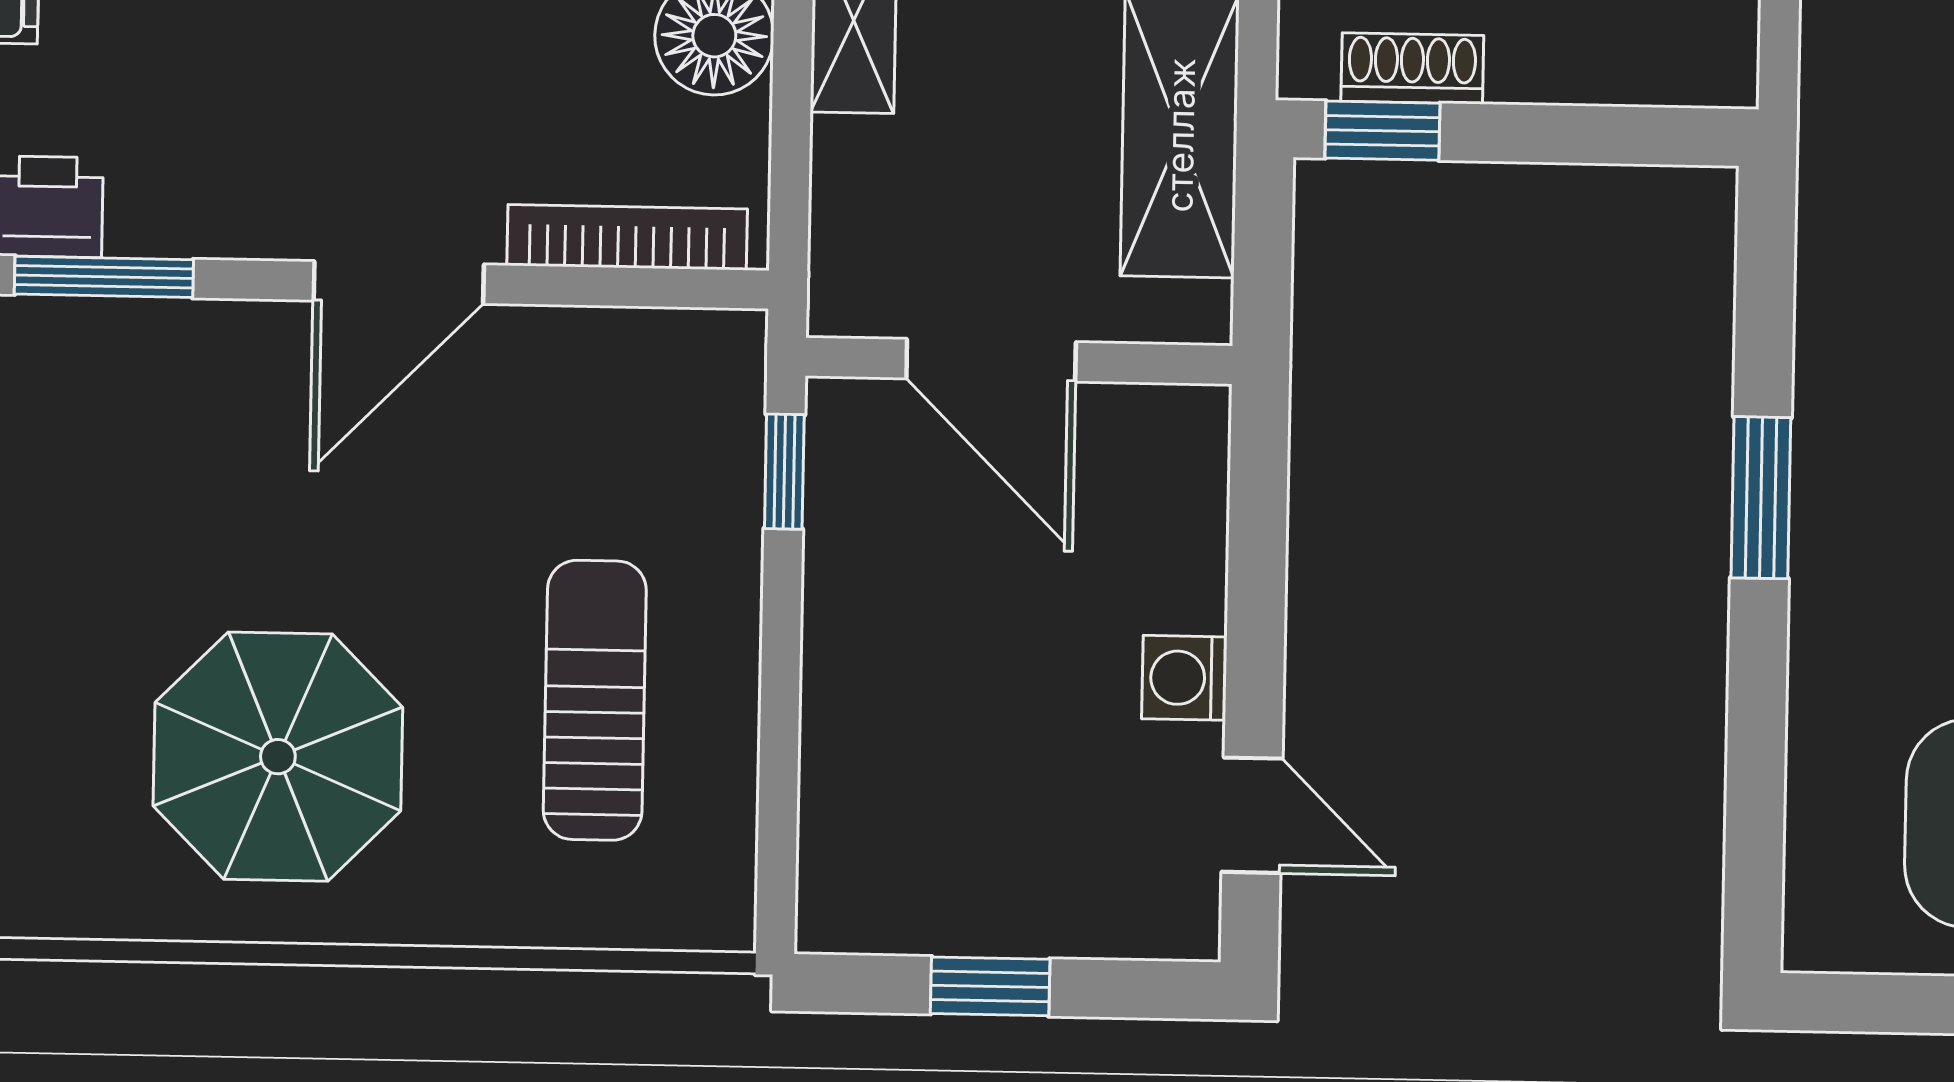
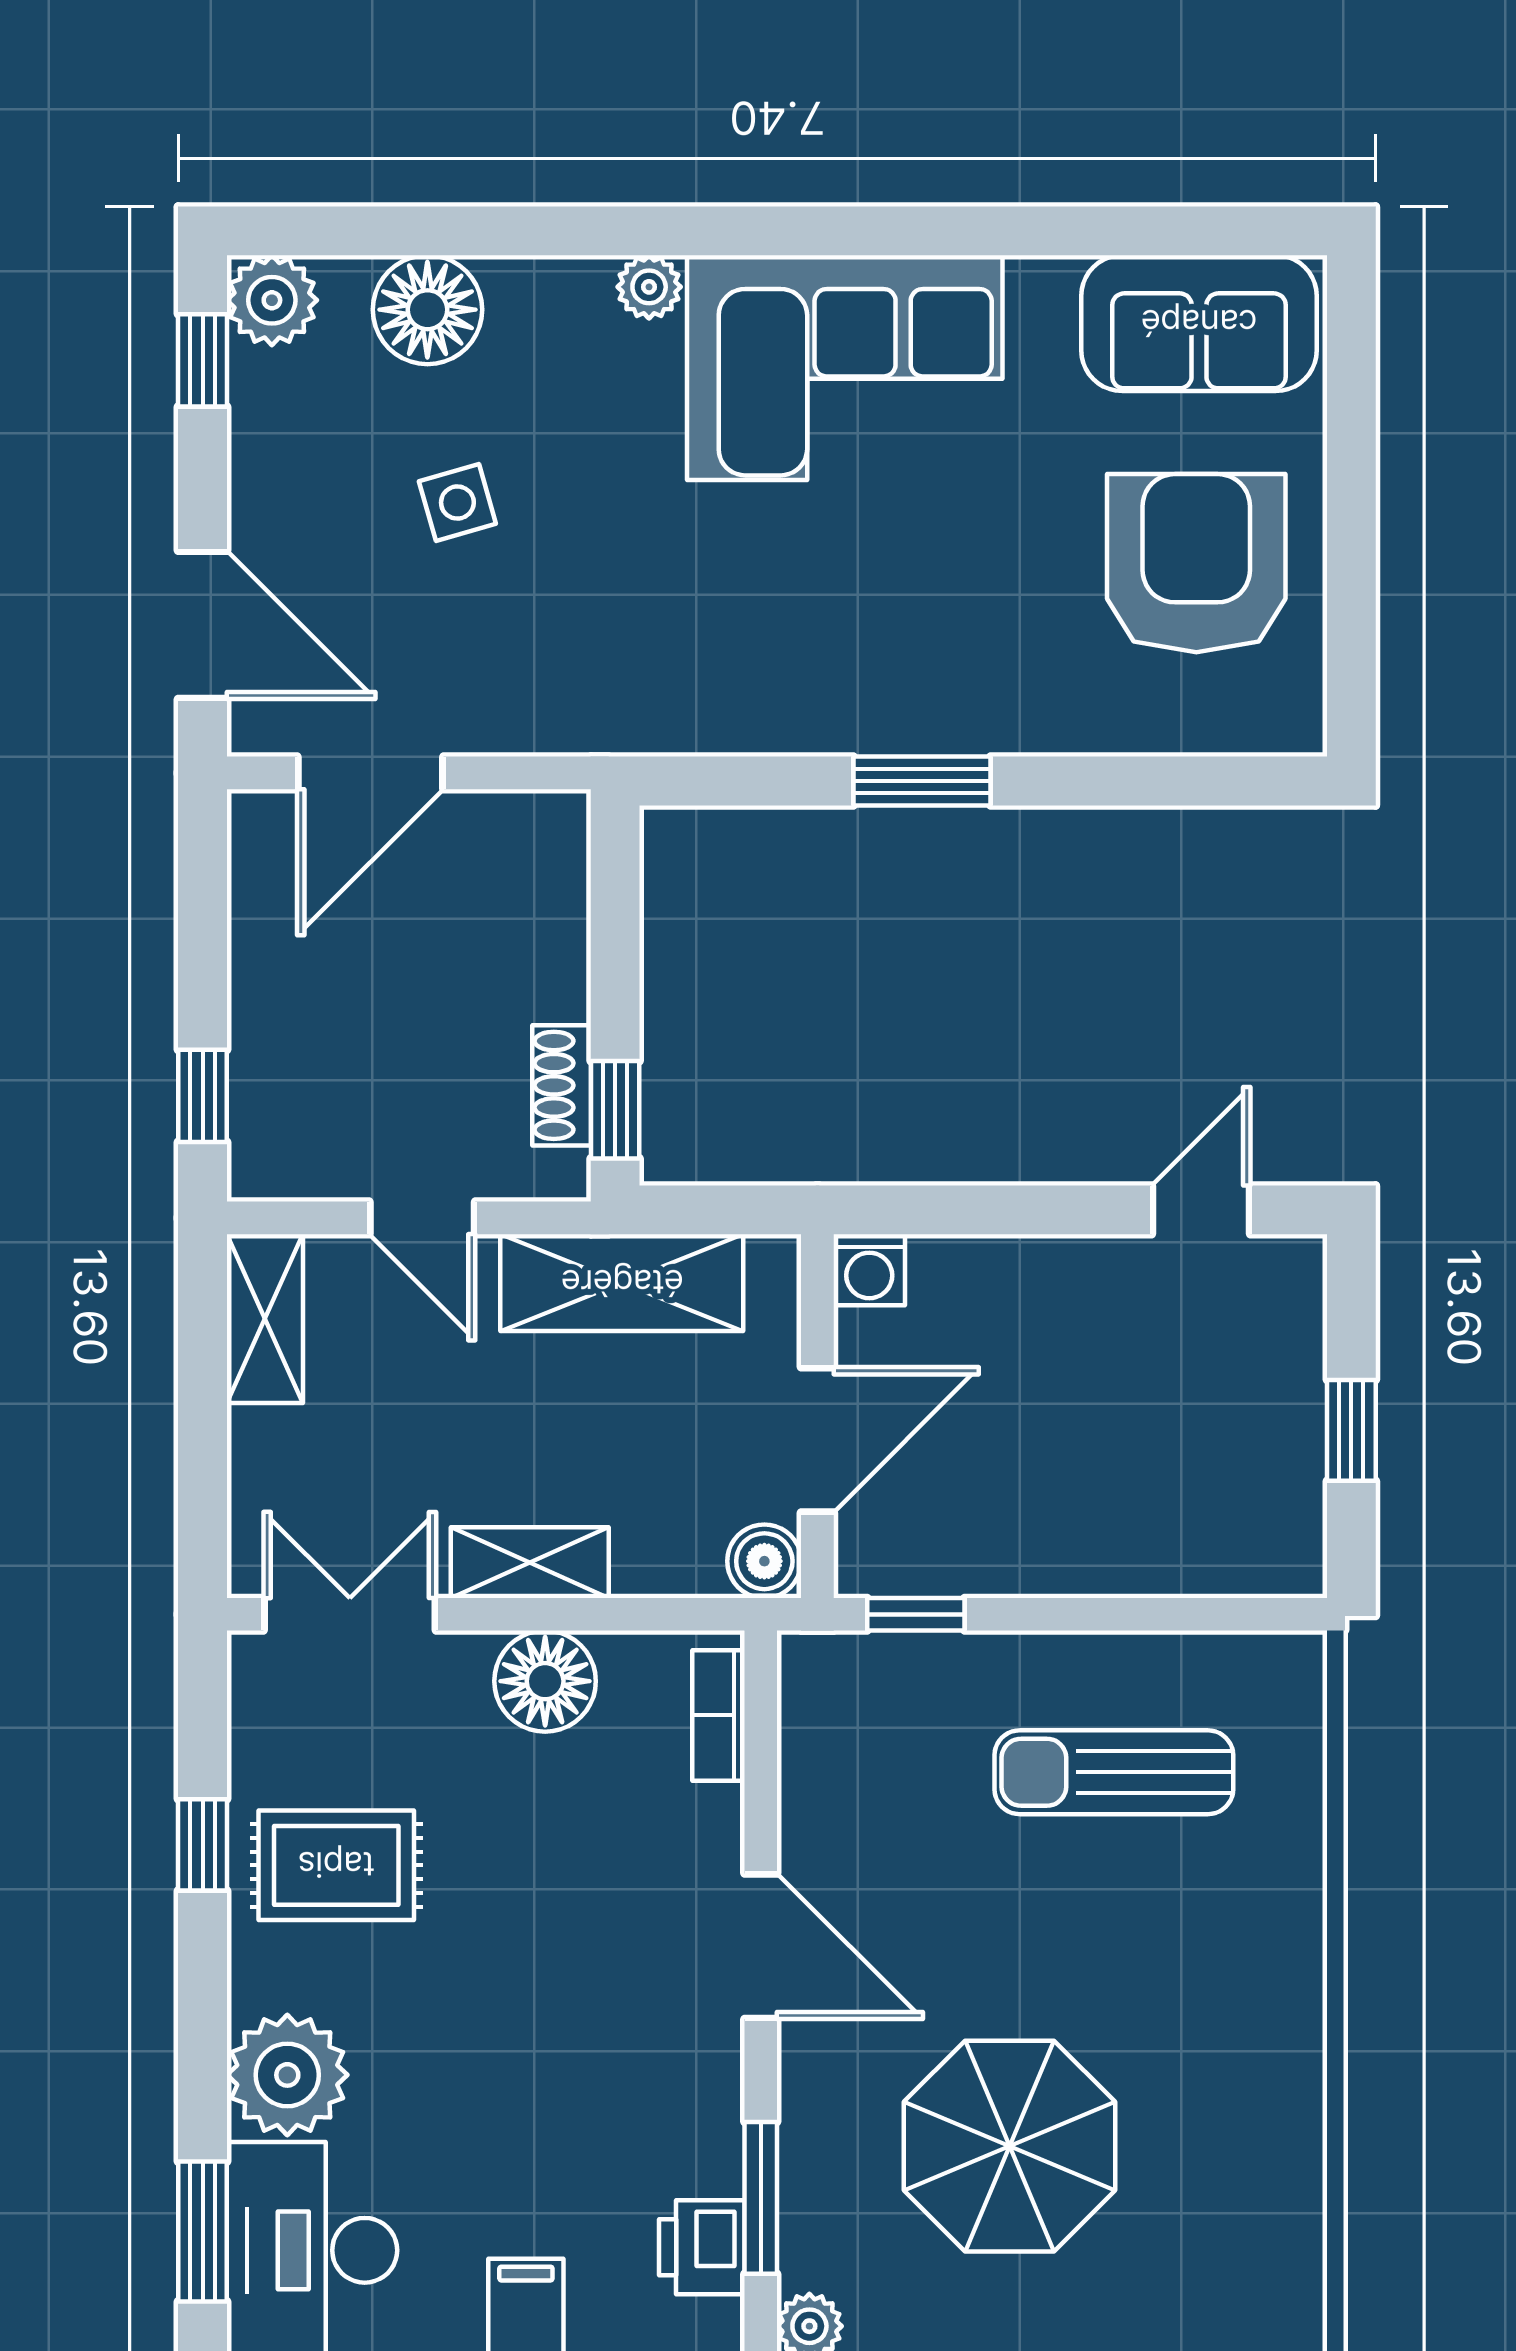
bookcase: (627, 237) -> (718, 1715), width x0.64
boiler: (850, 295) -> (764, 1561), added
washing machine: (1184, 678) -> (869, 1270), moved
parasol: (278, 757) -> (1010, 2146), moved

